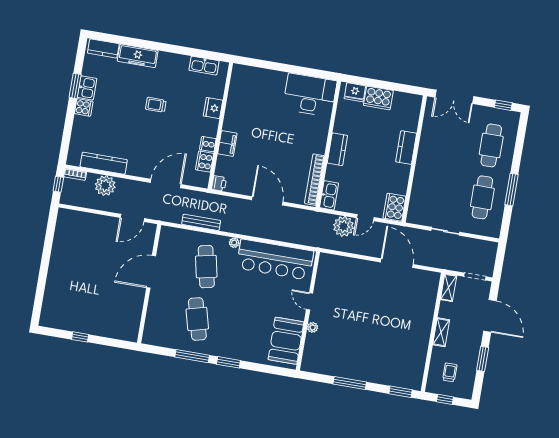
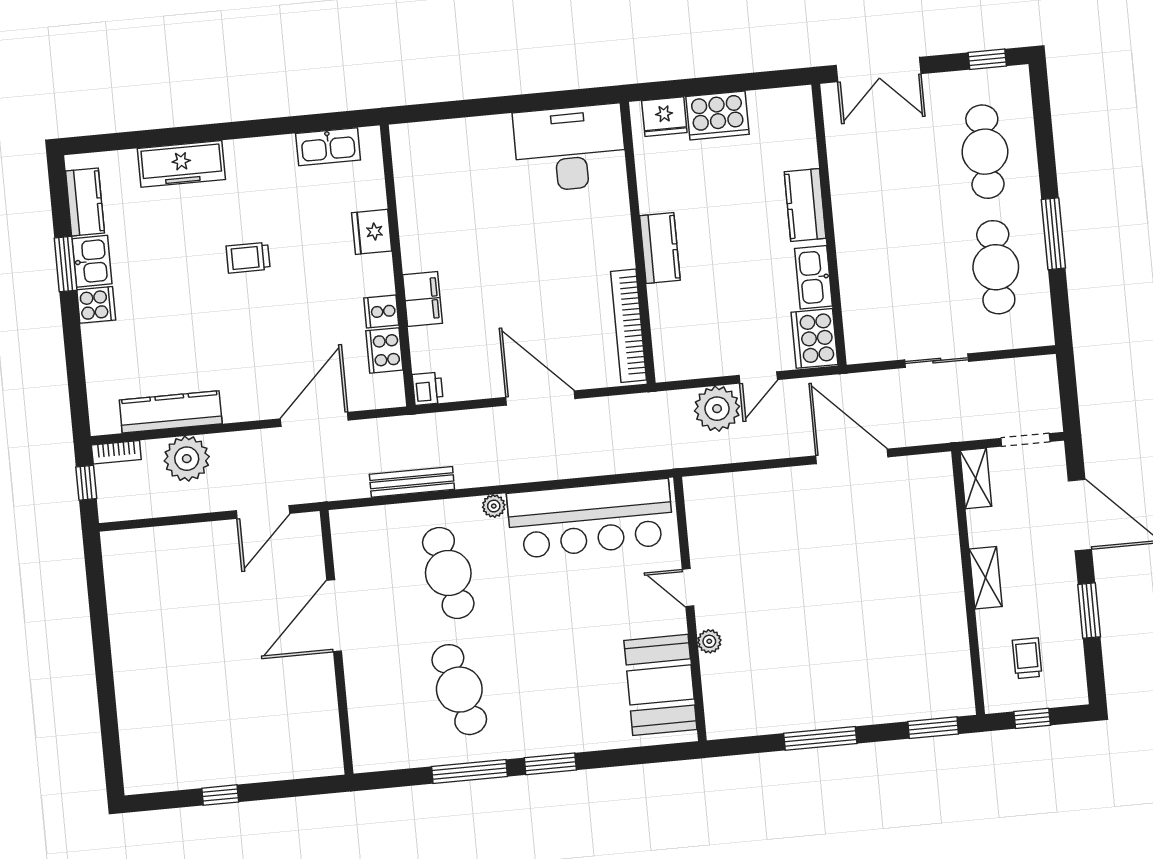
kitchen counter: (103, 48) -> (85, 202), moved, turned -90
kitchen sink: (329, 195) -> (813, 277), moved, turned 180

